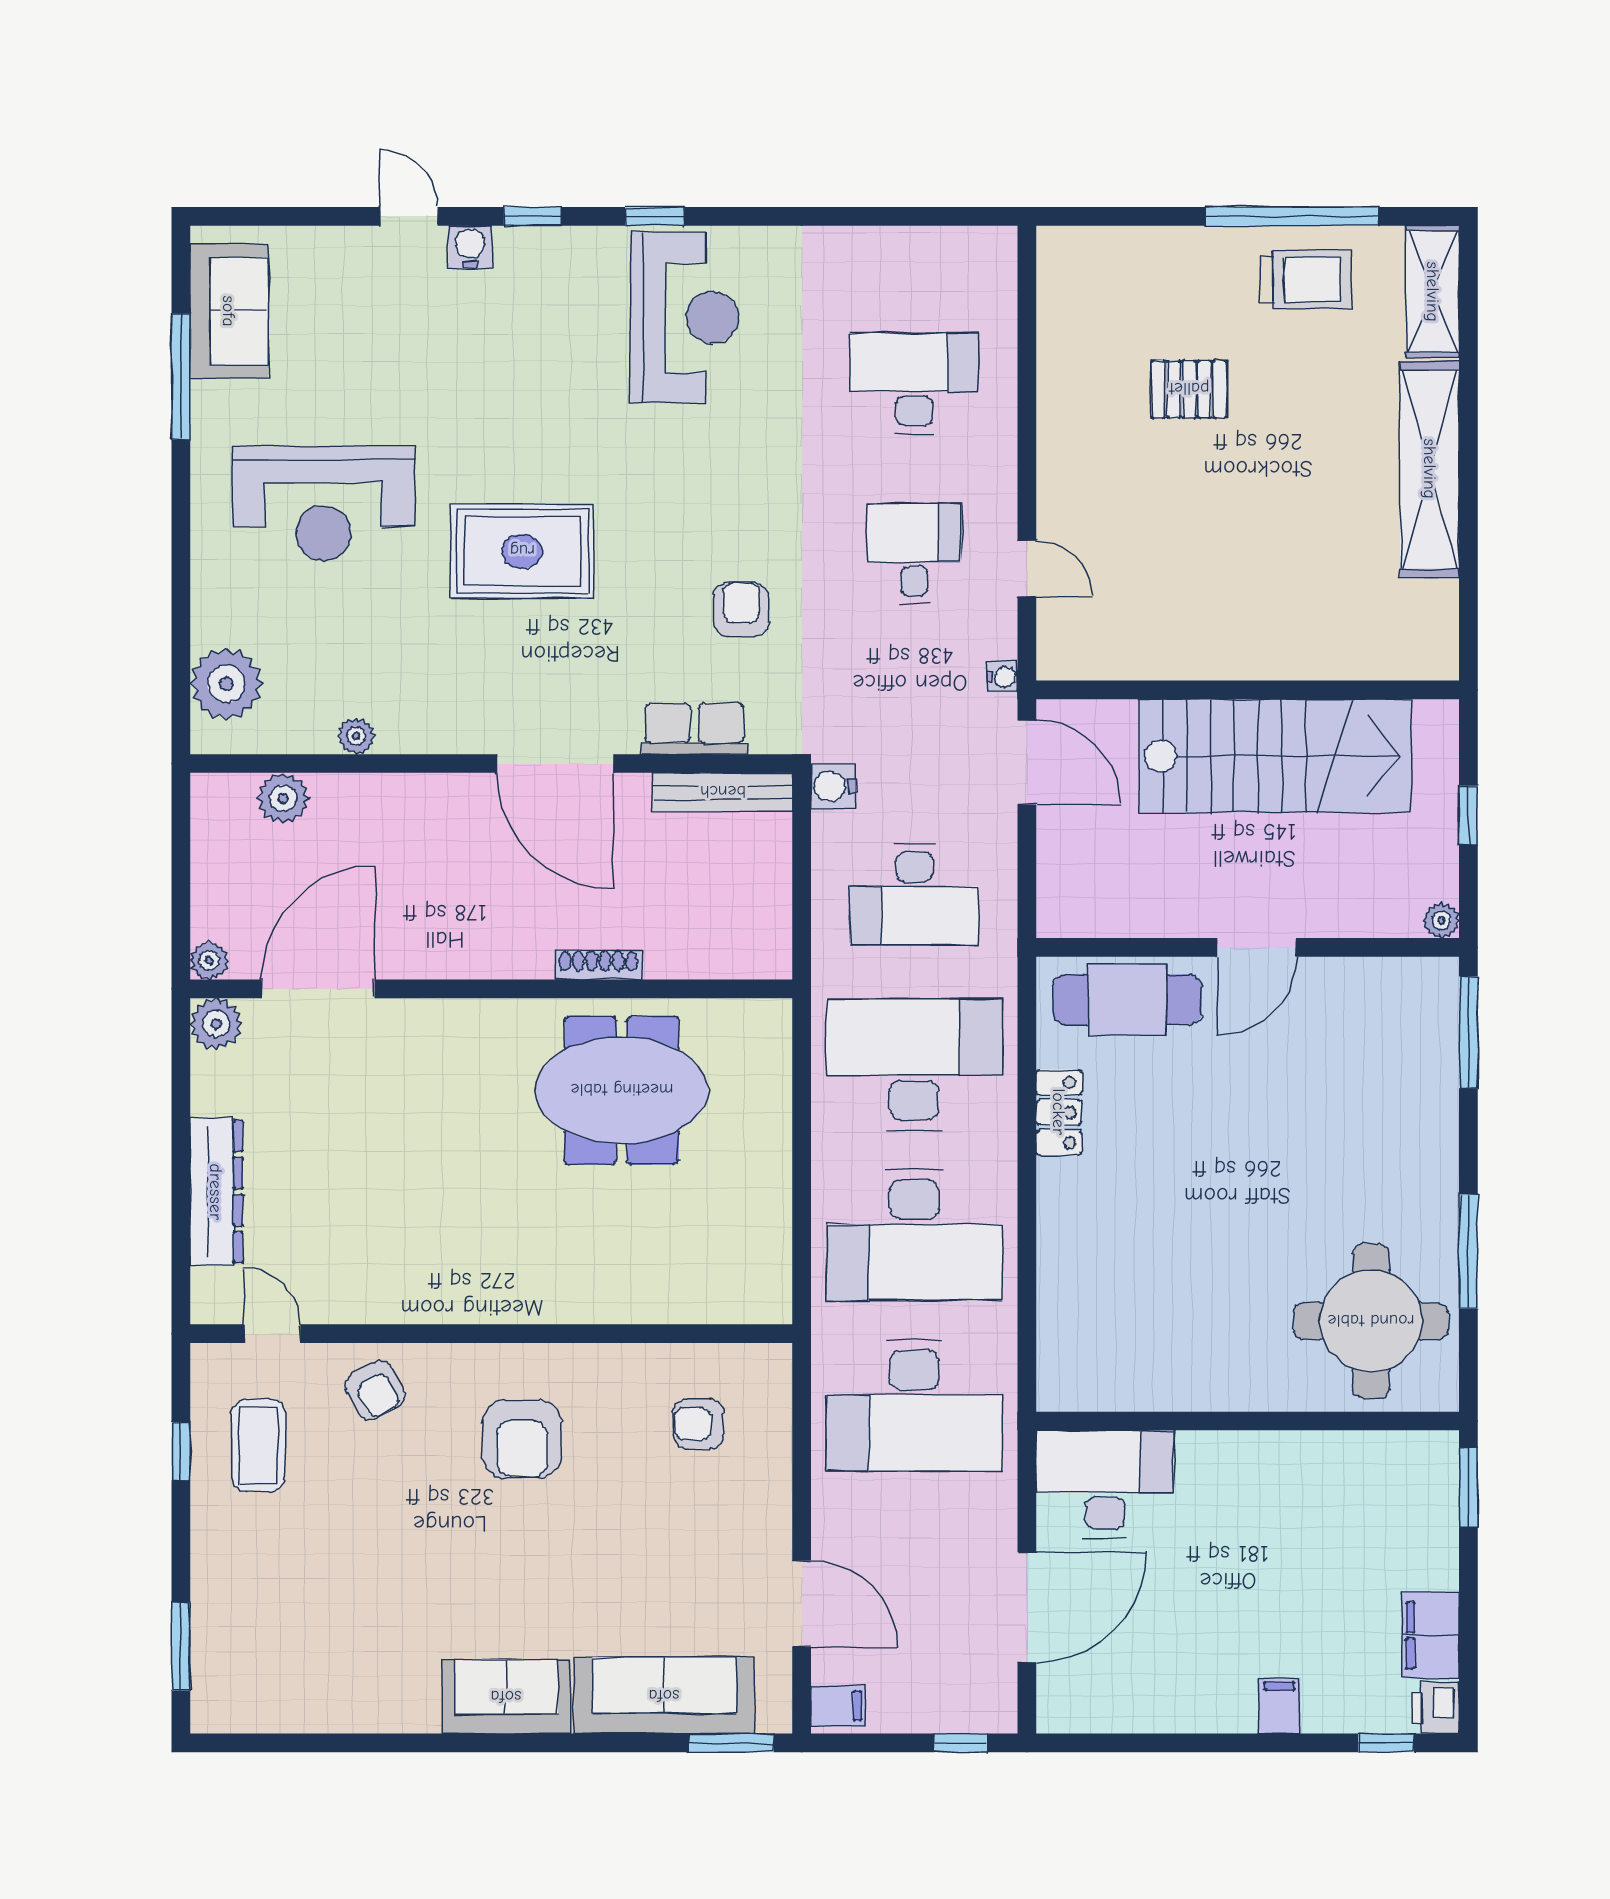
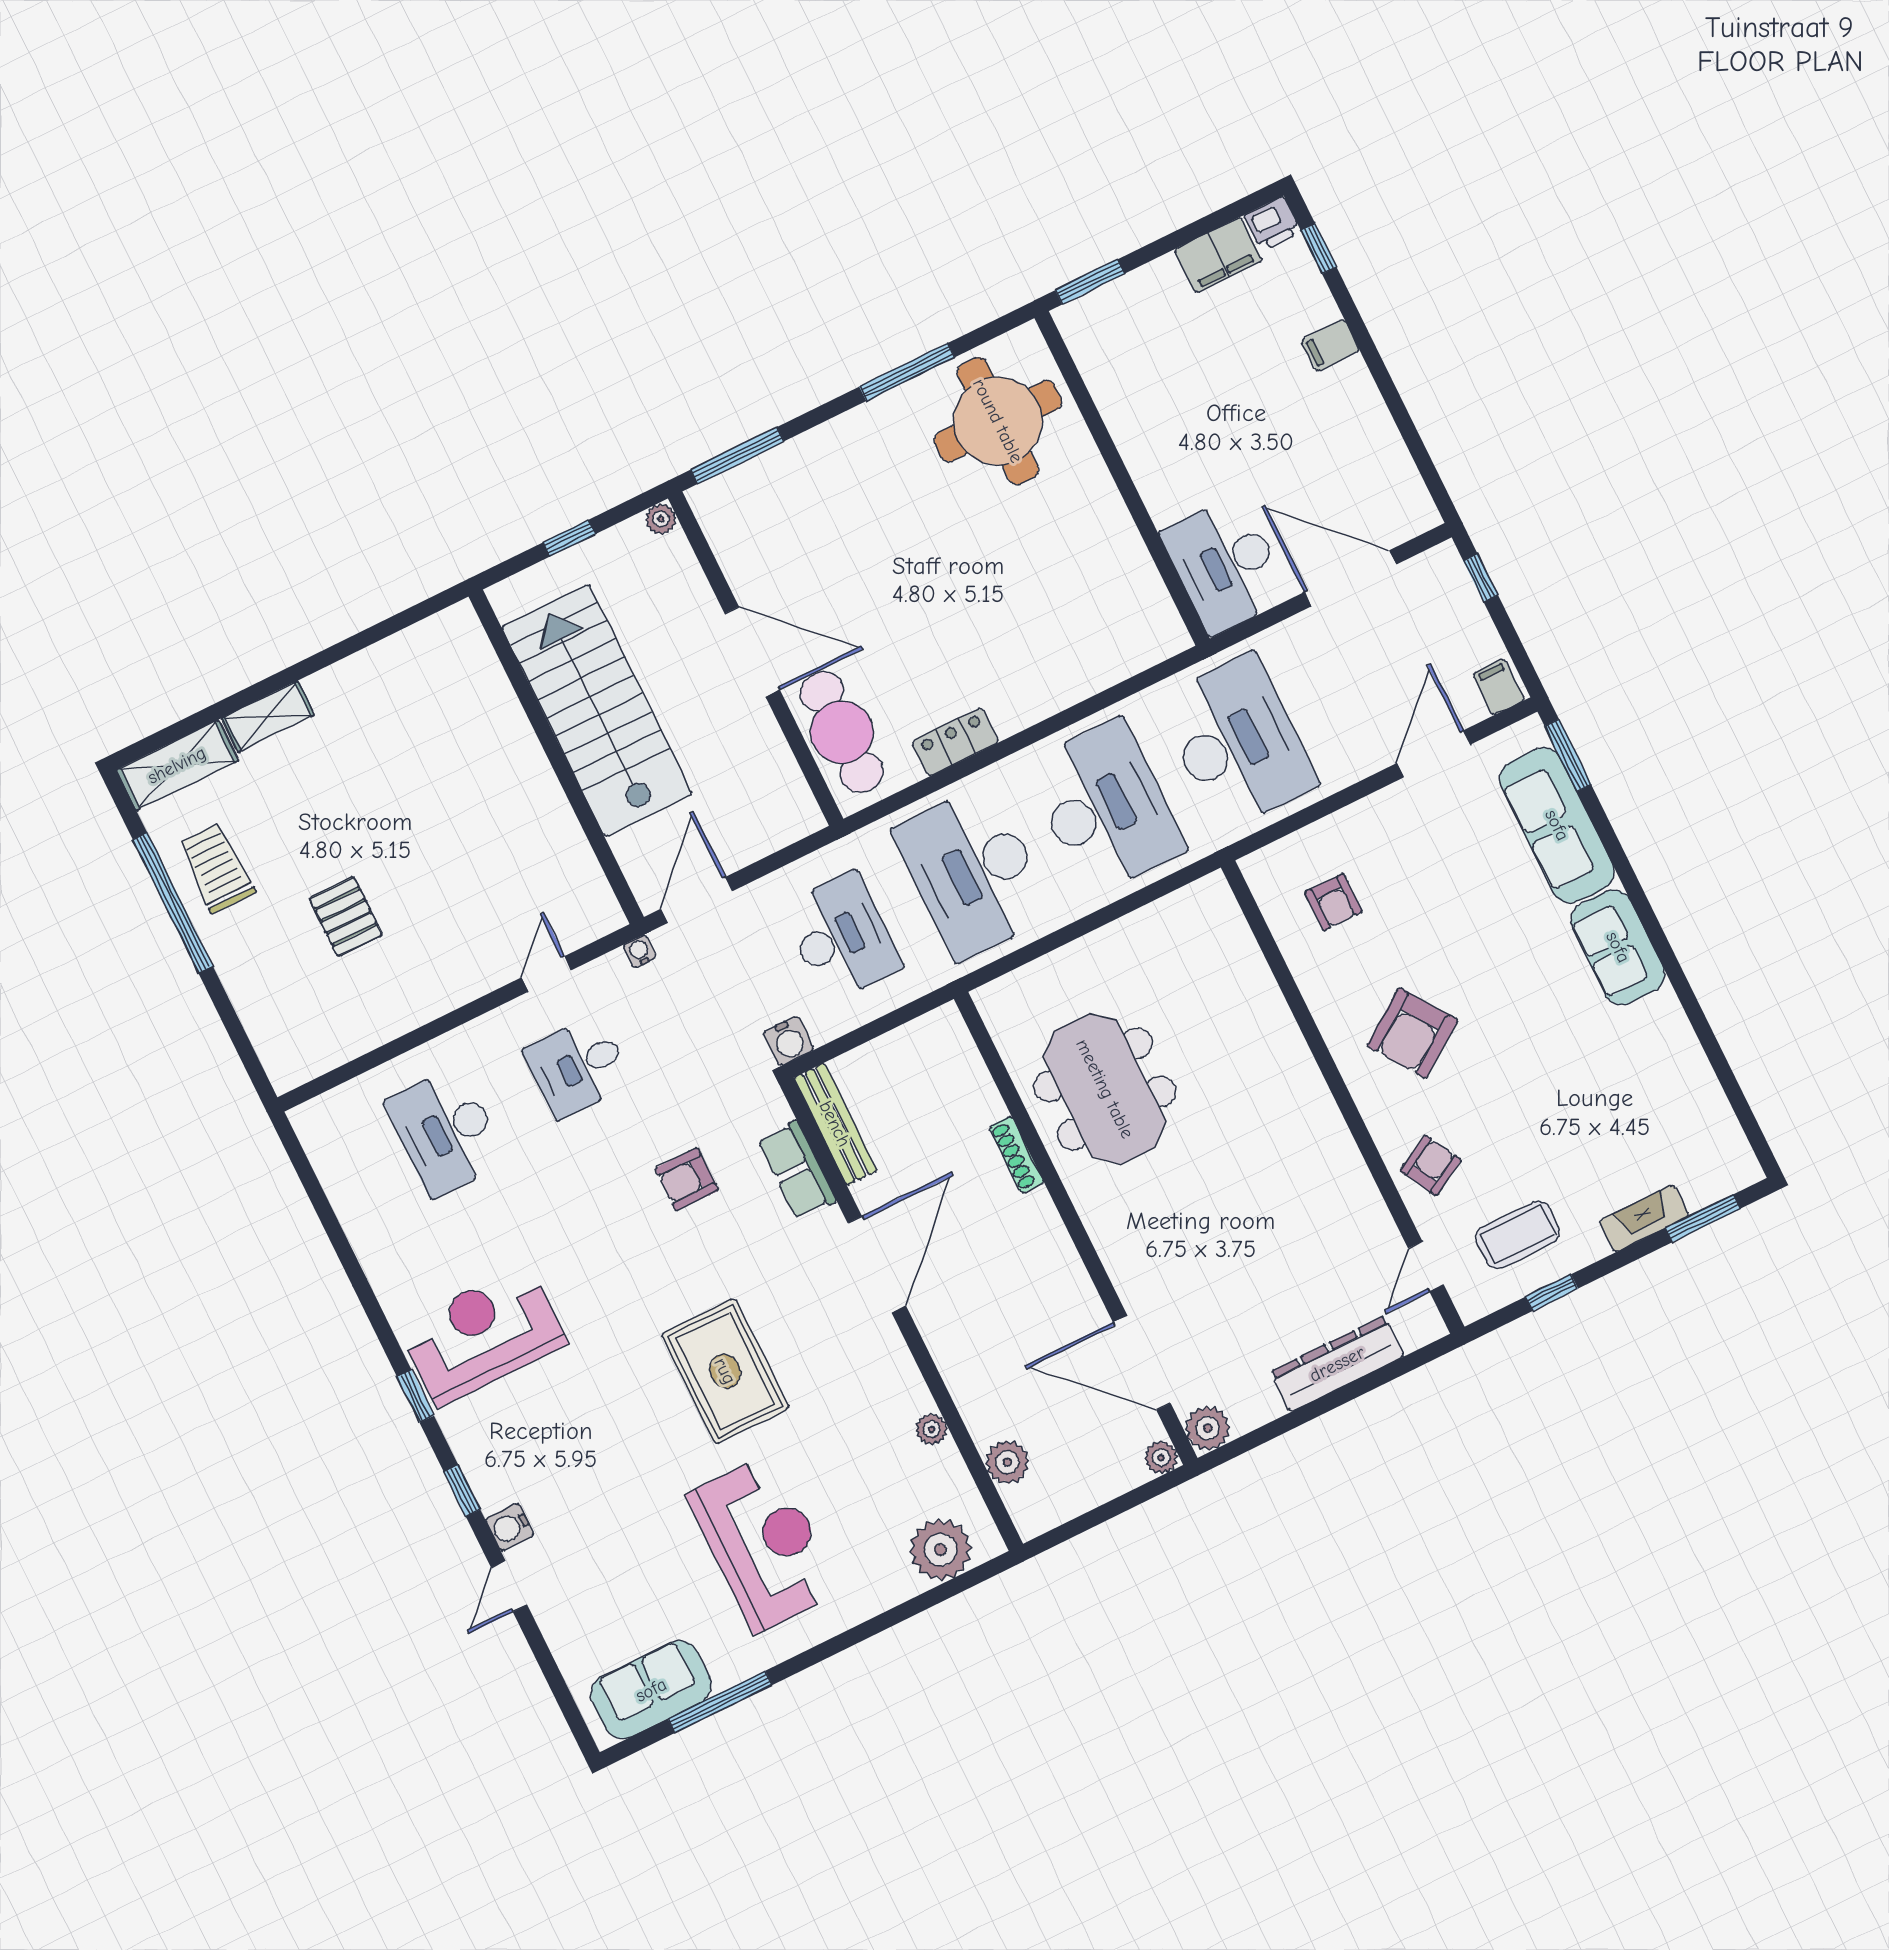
shelving: (1430, 469) -> (268, 717), width x0.45, depth x0.75
door: (1257, 947) -> (752, 652), width x1.36
armchair: (522, 1439) -> (1412, 1033), turned 145
fireplace: (211, 1585) -> (1644, 1218), added

